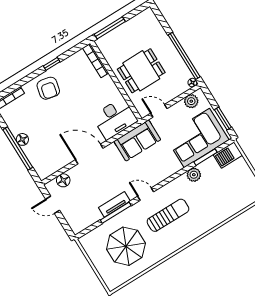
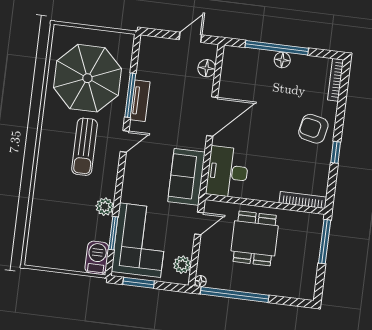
parasol: (126, 246) -> (87, 78), width x1.36, depth x1.36

